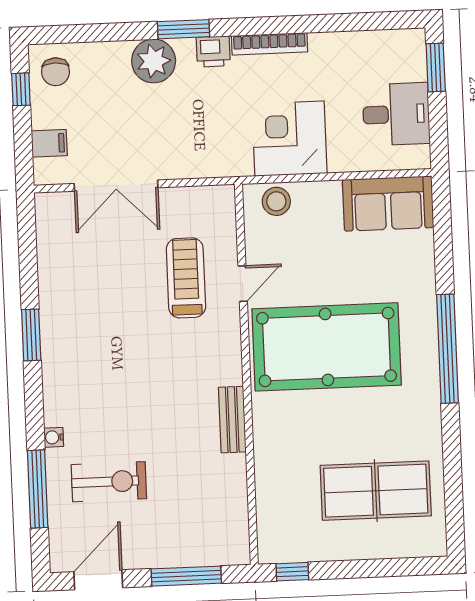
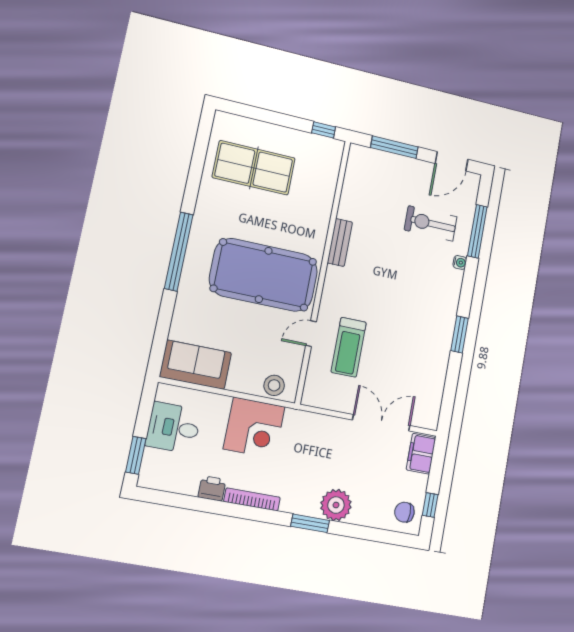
printer: (213, 51) -> (212, 488), moved
chair: (56, 72) -> (404, 512), turned -90
filing cabinet: (49, 143) -> (421, 454), width x2.00

